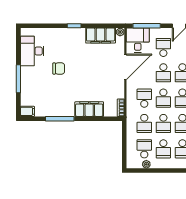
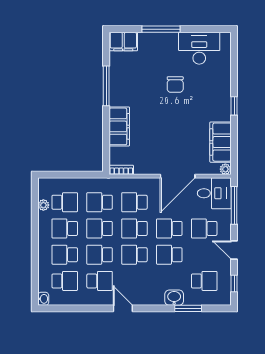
school desk: (163, 47) -> (204, 228), turned 180
door: (125, 67) -> (178, 176), hinge flipped
school desk: (144, 98) -> (134, 202), turned 180
filing cabinet: (27, 111) -> (123, 41), width x2.00

